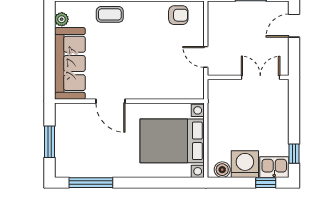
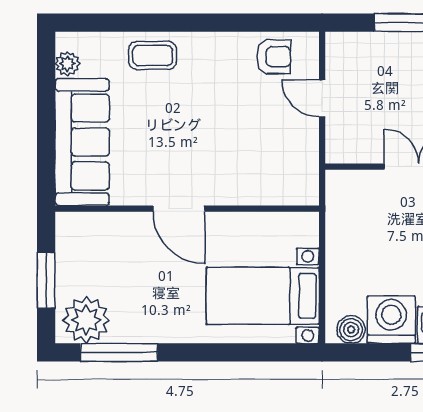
door: (206, 57) -> (322, 98), moved
door: (110, 101) -> (179, 209), moved
bed with nightstands: (172, 141) -> (263, 296), width x0.73
plant: (72, 164) -> (86, 320), added

